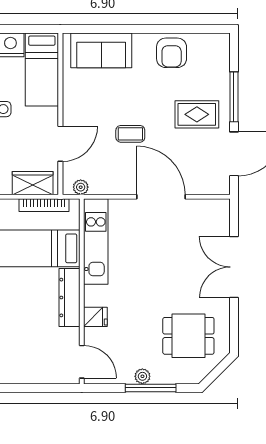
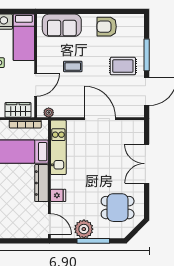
armchair: (172, 53) -> (107, 27), turned 90
coffee table: (130, 134) -> (73, 66), moved
plant: (142, 376) -> (84, 229), width x1.88, depth x1.88

